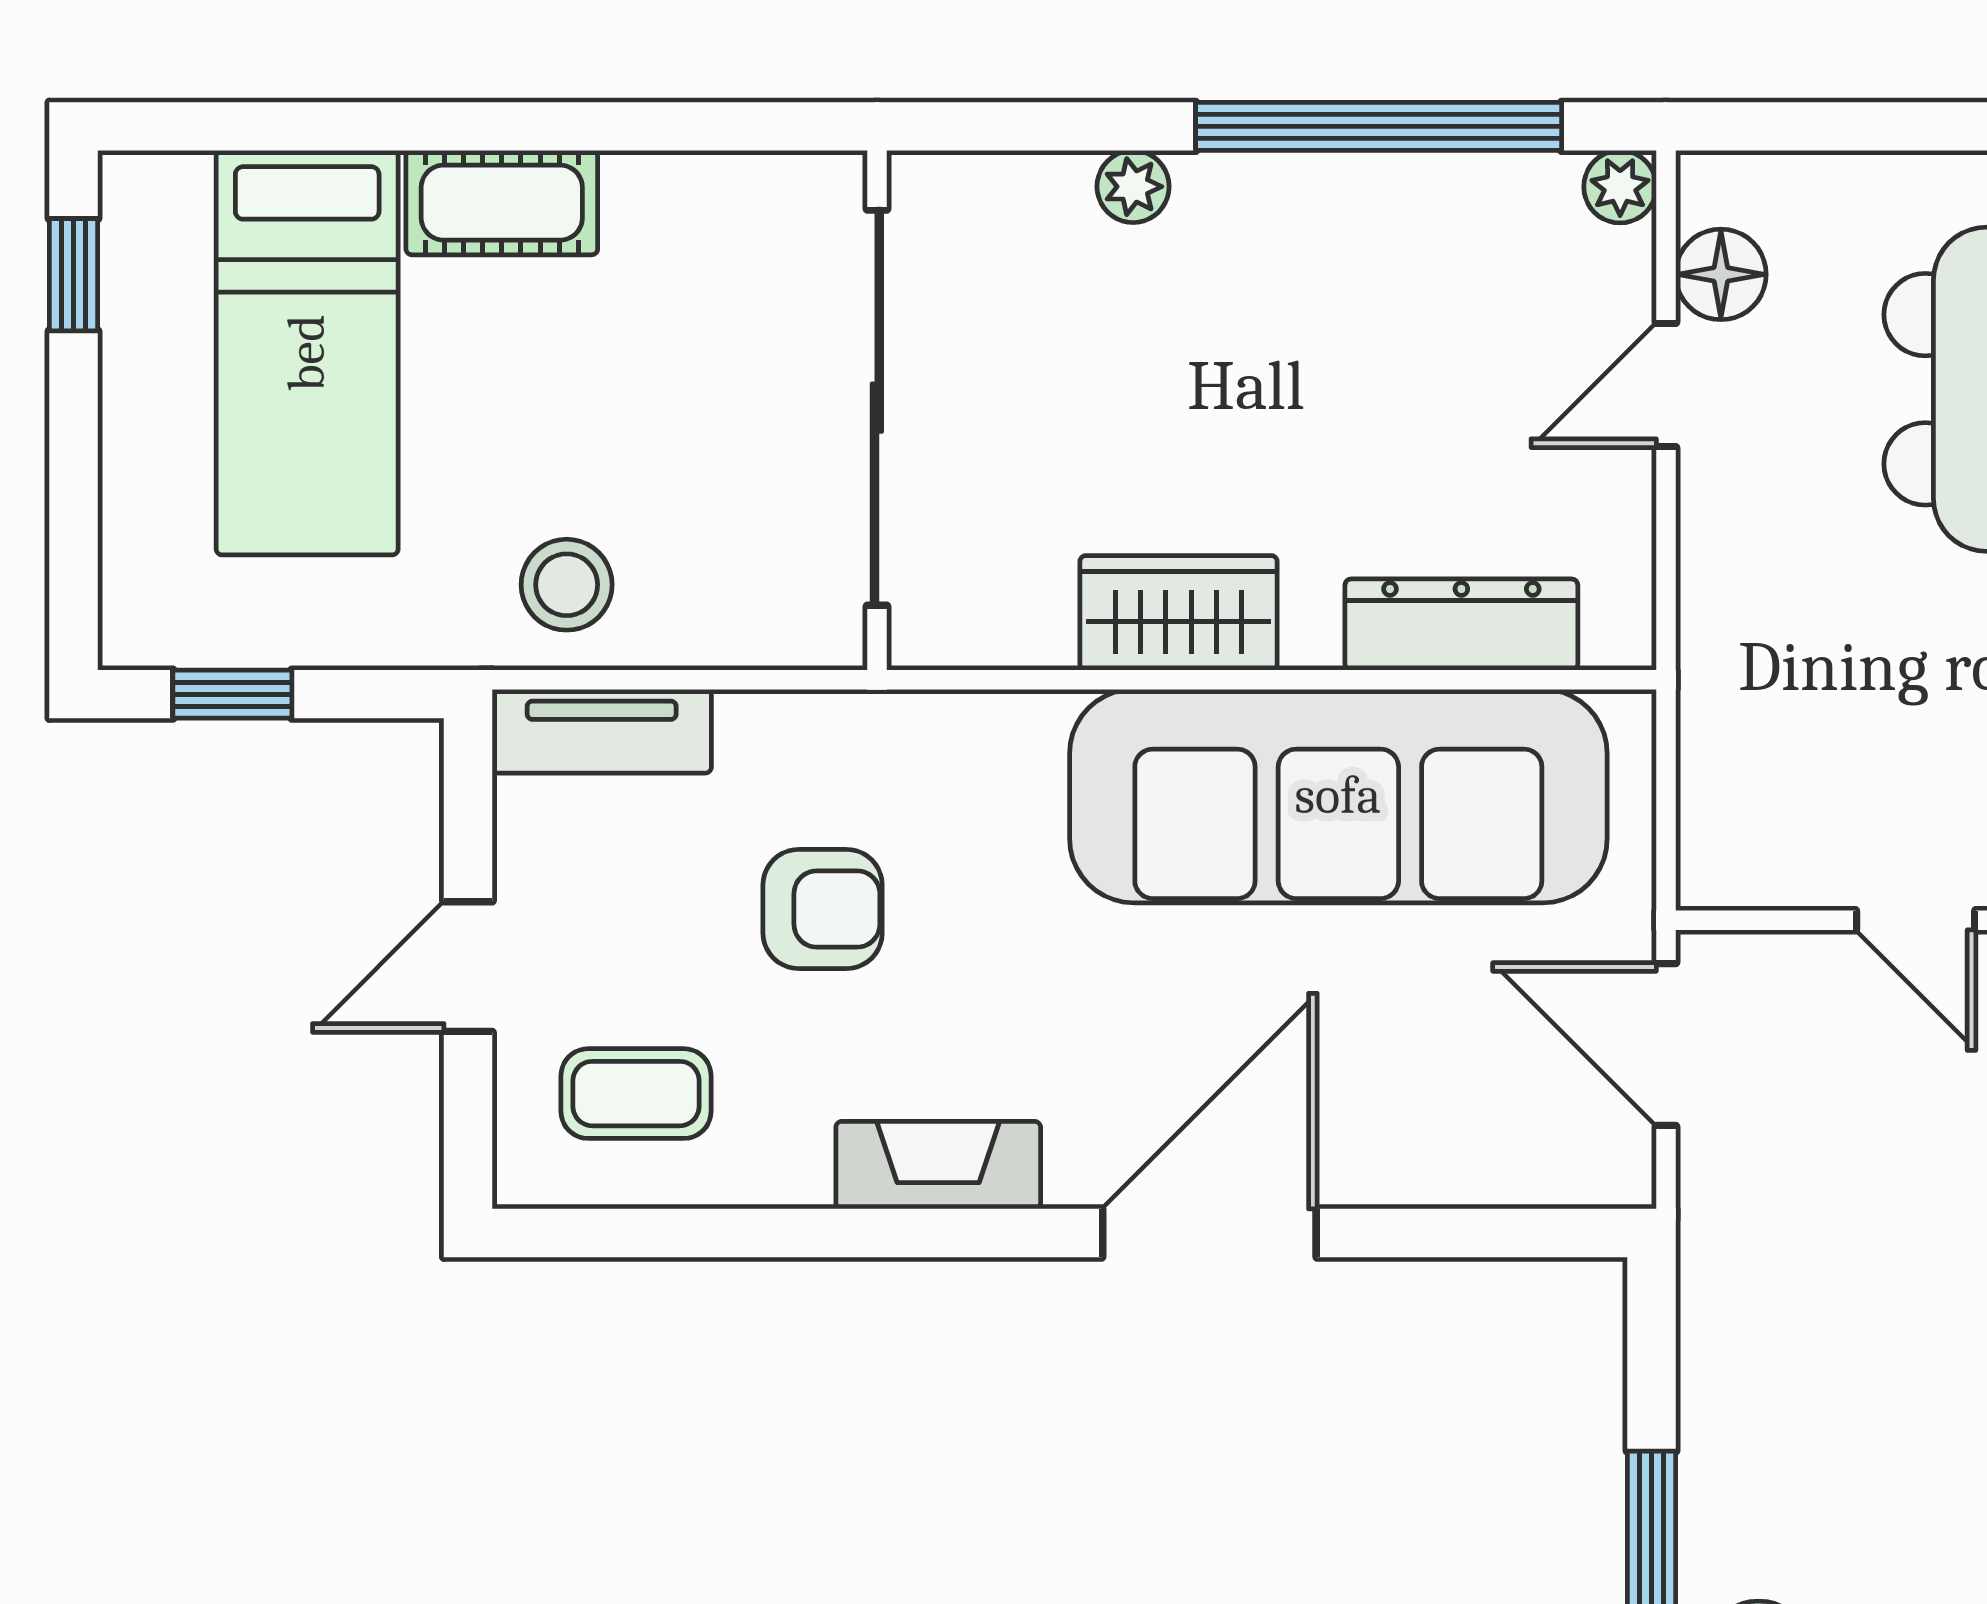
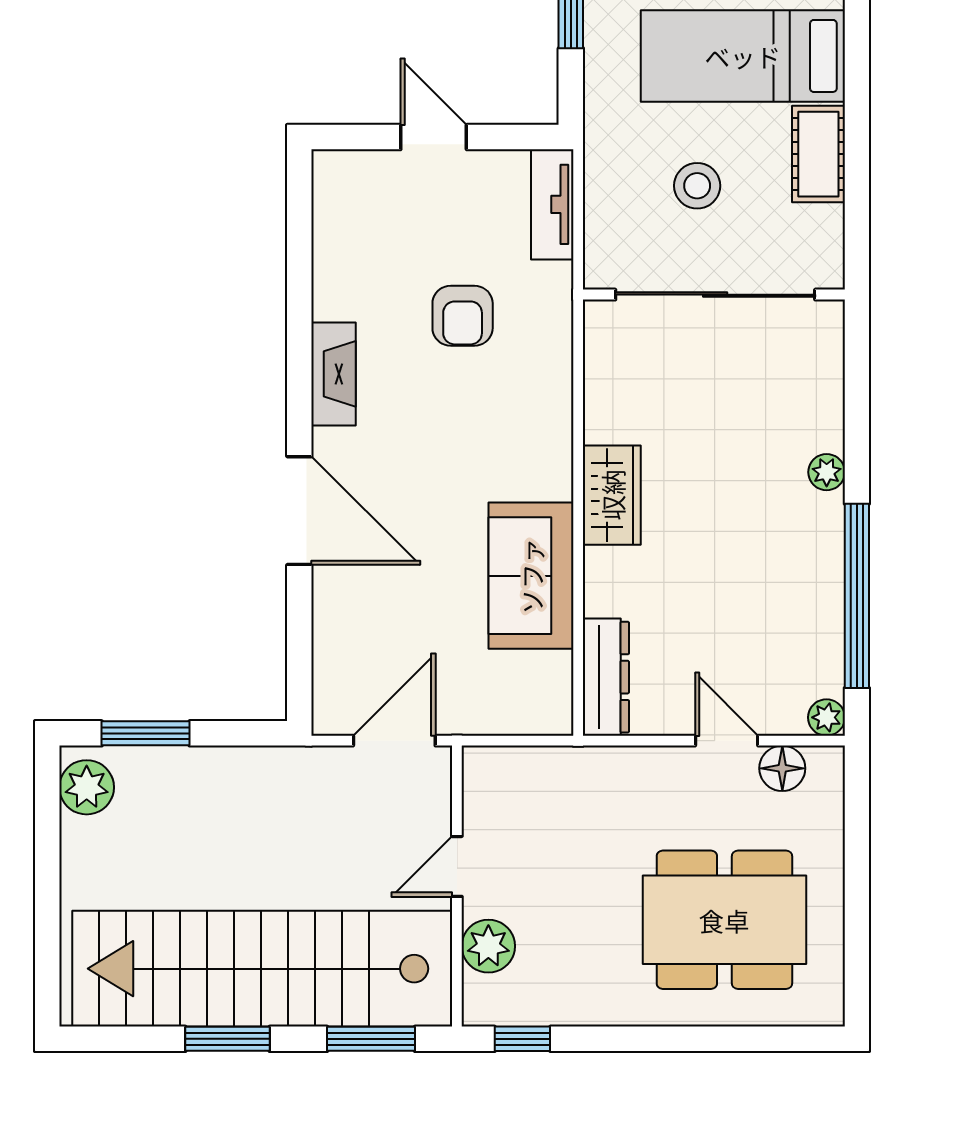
sliding door: (877, 408) -> (715, 295), moved
wall: (877, 410) -> (714, 295), moved
stool: (567, 585) -> (697, 186), moved
dresser: (1461, 625) -> (606, 677), moved
sofa: (1338, 796) -> (531, 576), width x0.54, depth x0.79
coffee table: (636, 1094) -> (370, 222), removed

